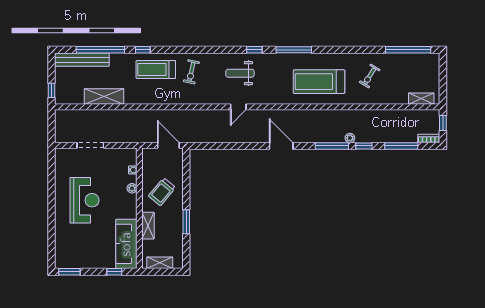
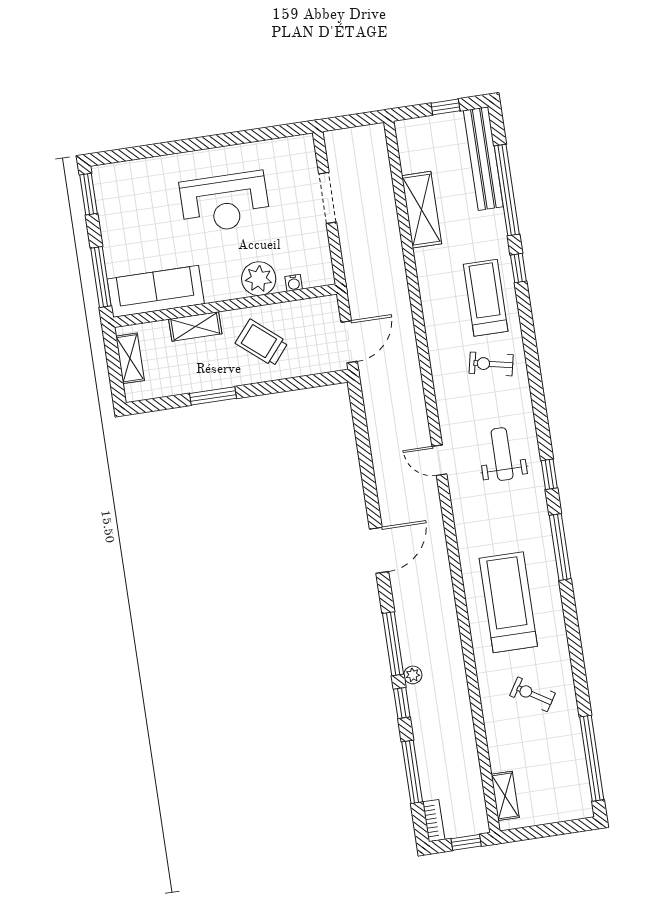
window: (52, 90) -> (445, 107), moved
plant: (132, 188) -> (259, 279), width x1.88, depth x1.88
window: (114, 272) -> (101, 277), width x2.17

